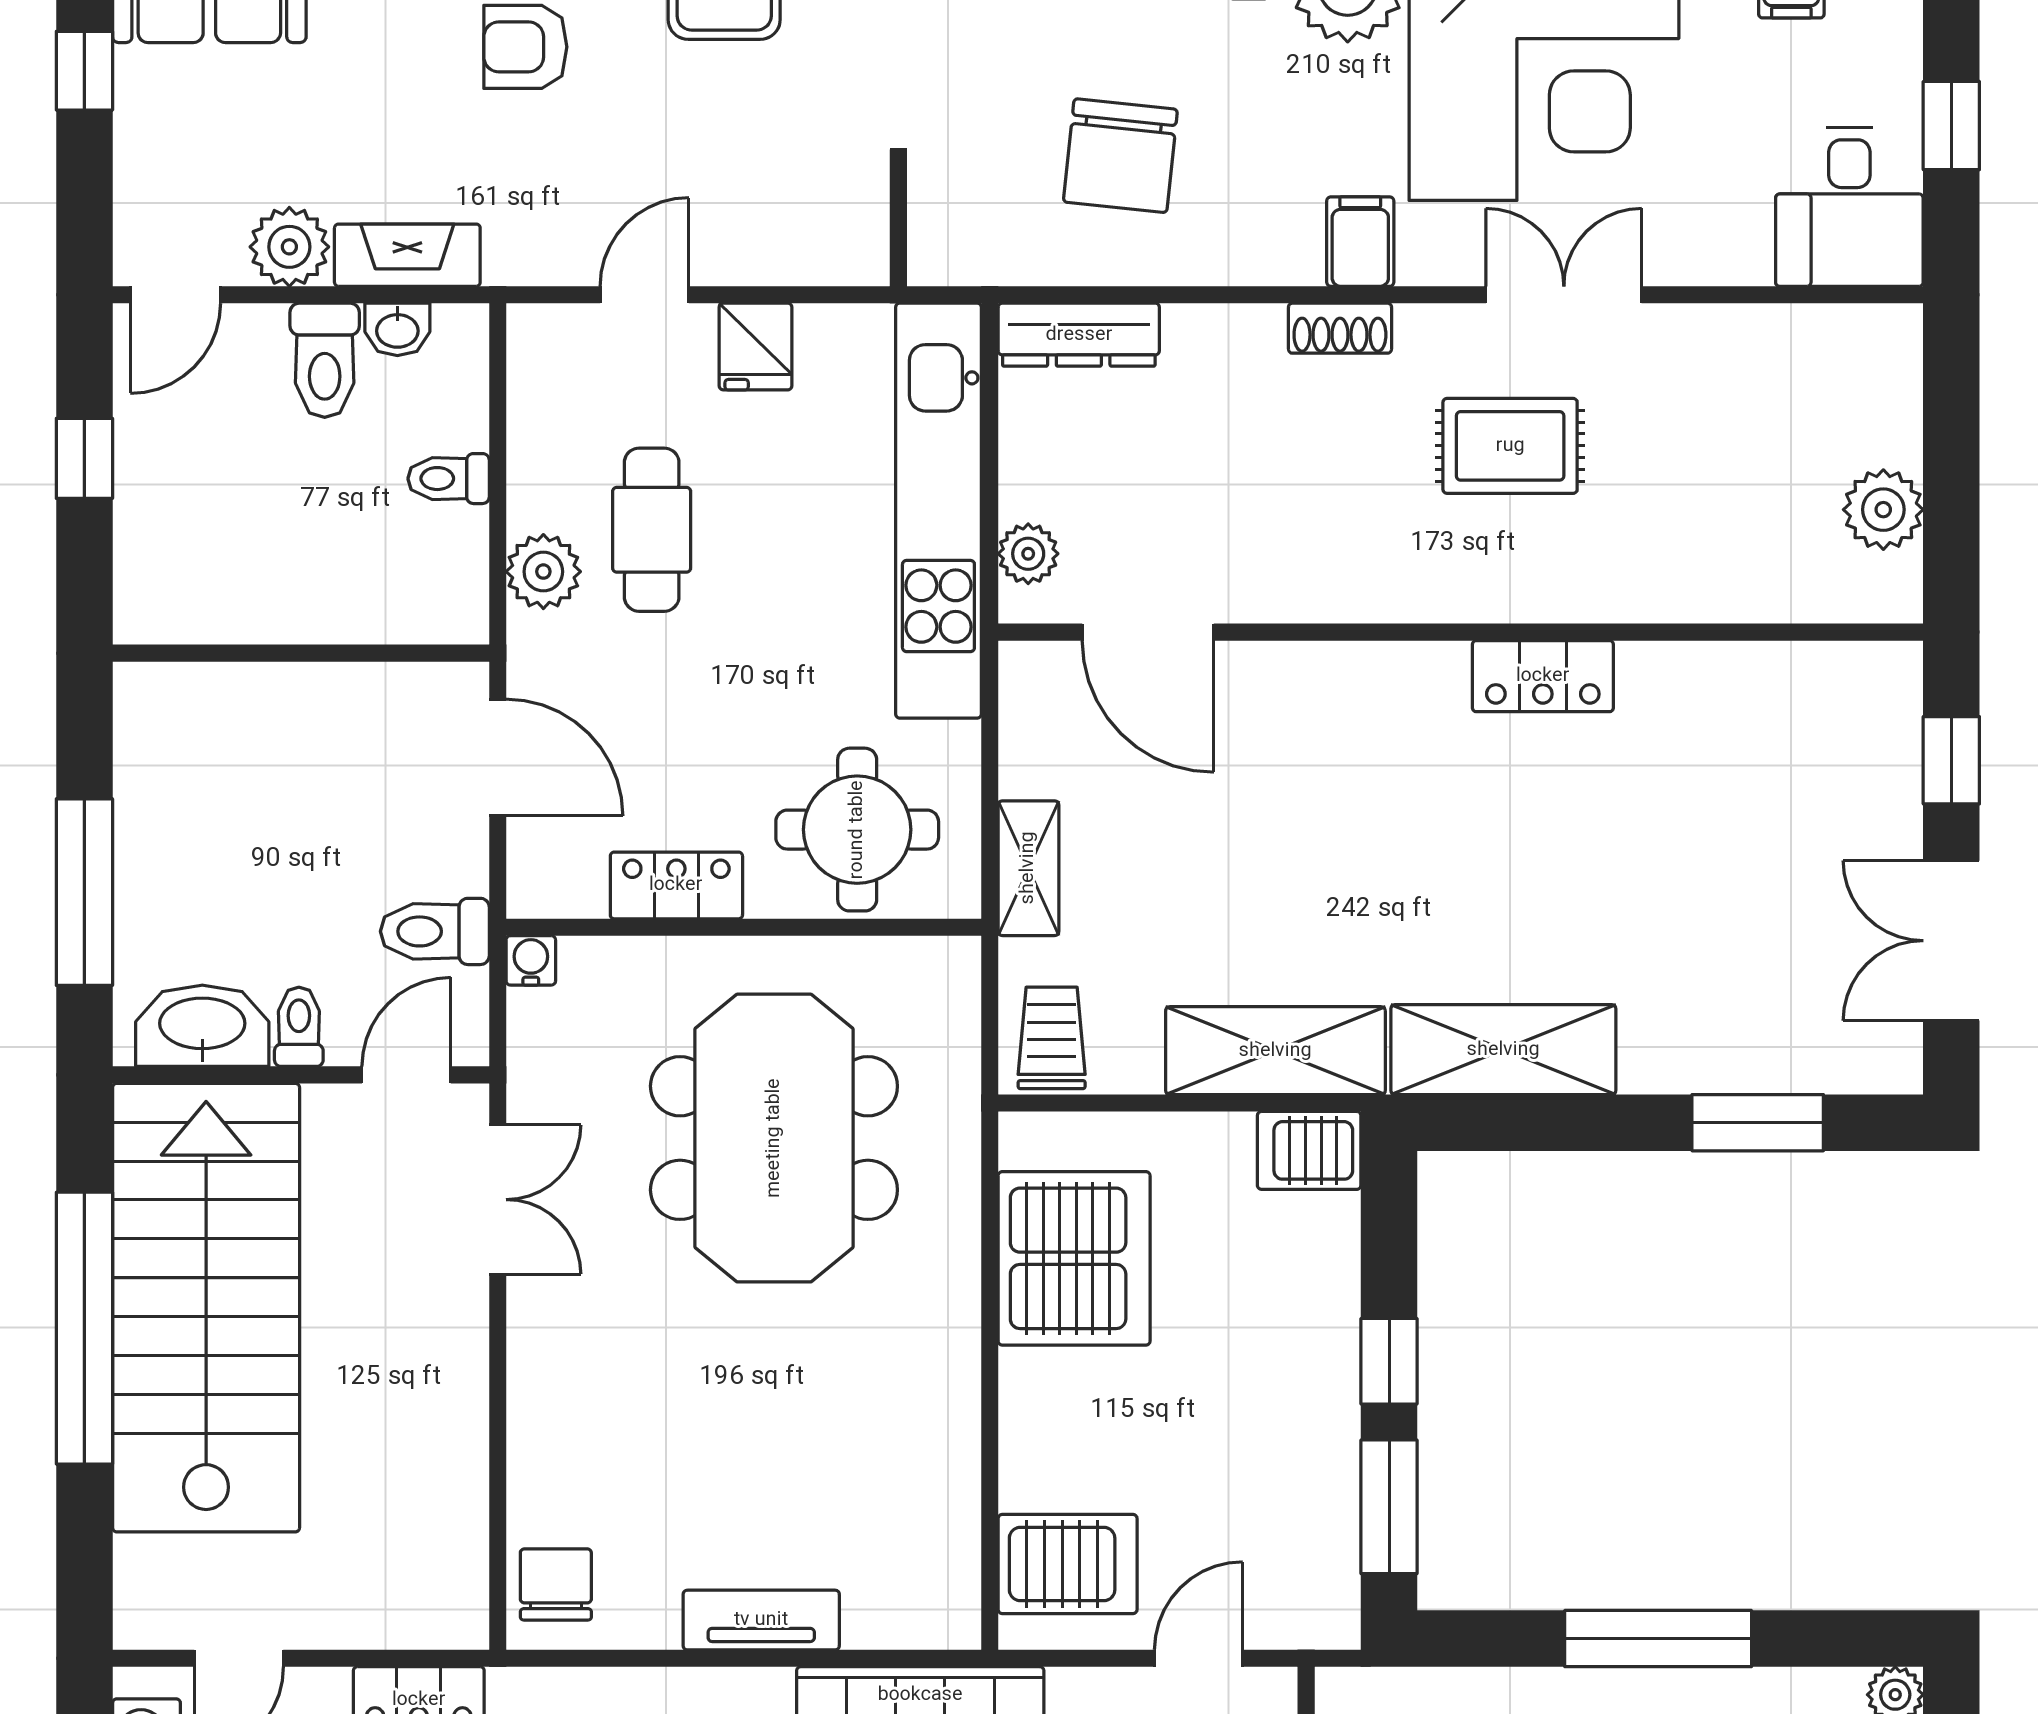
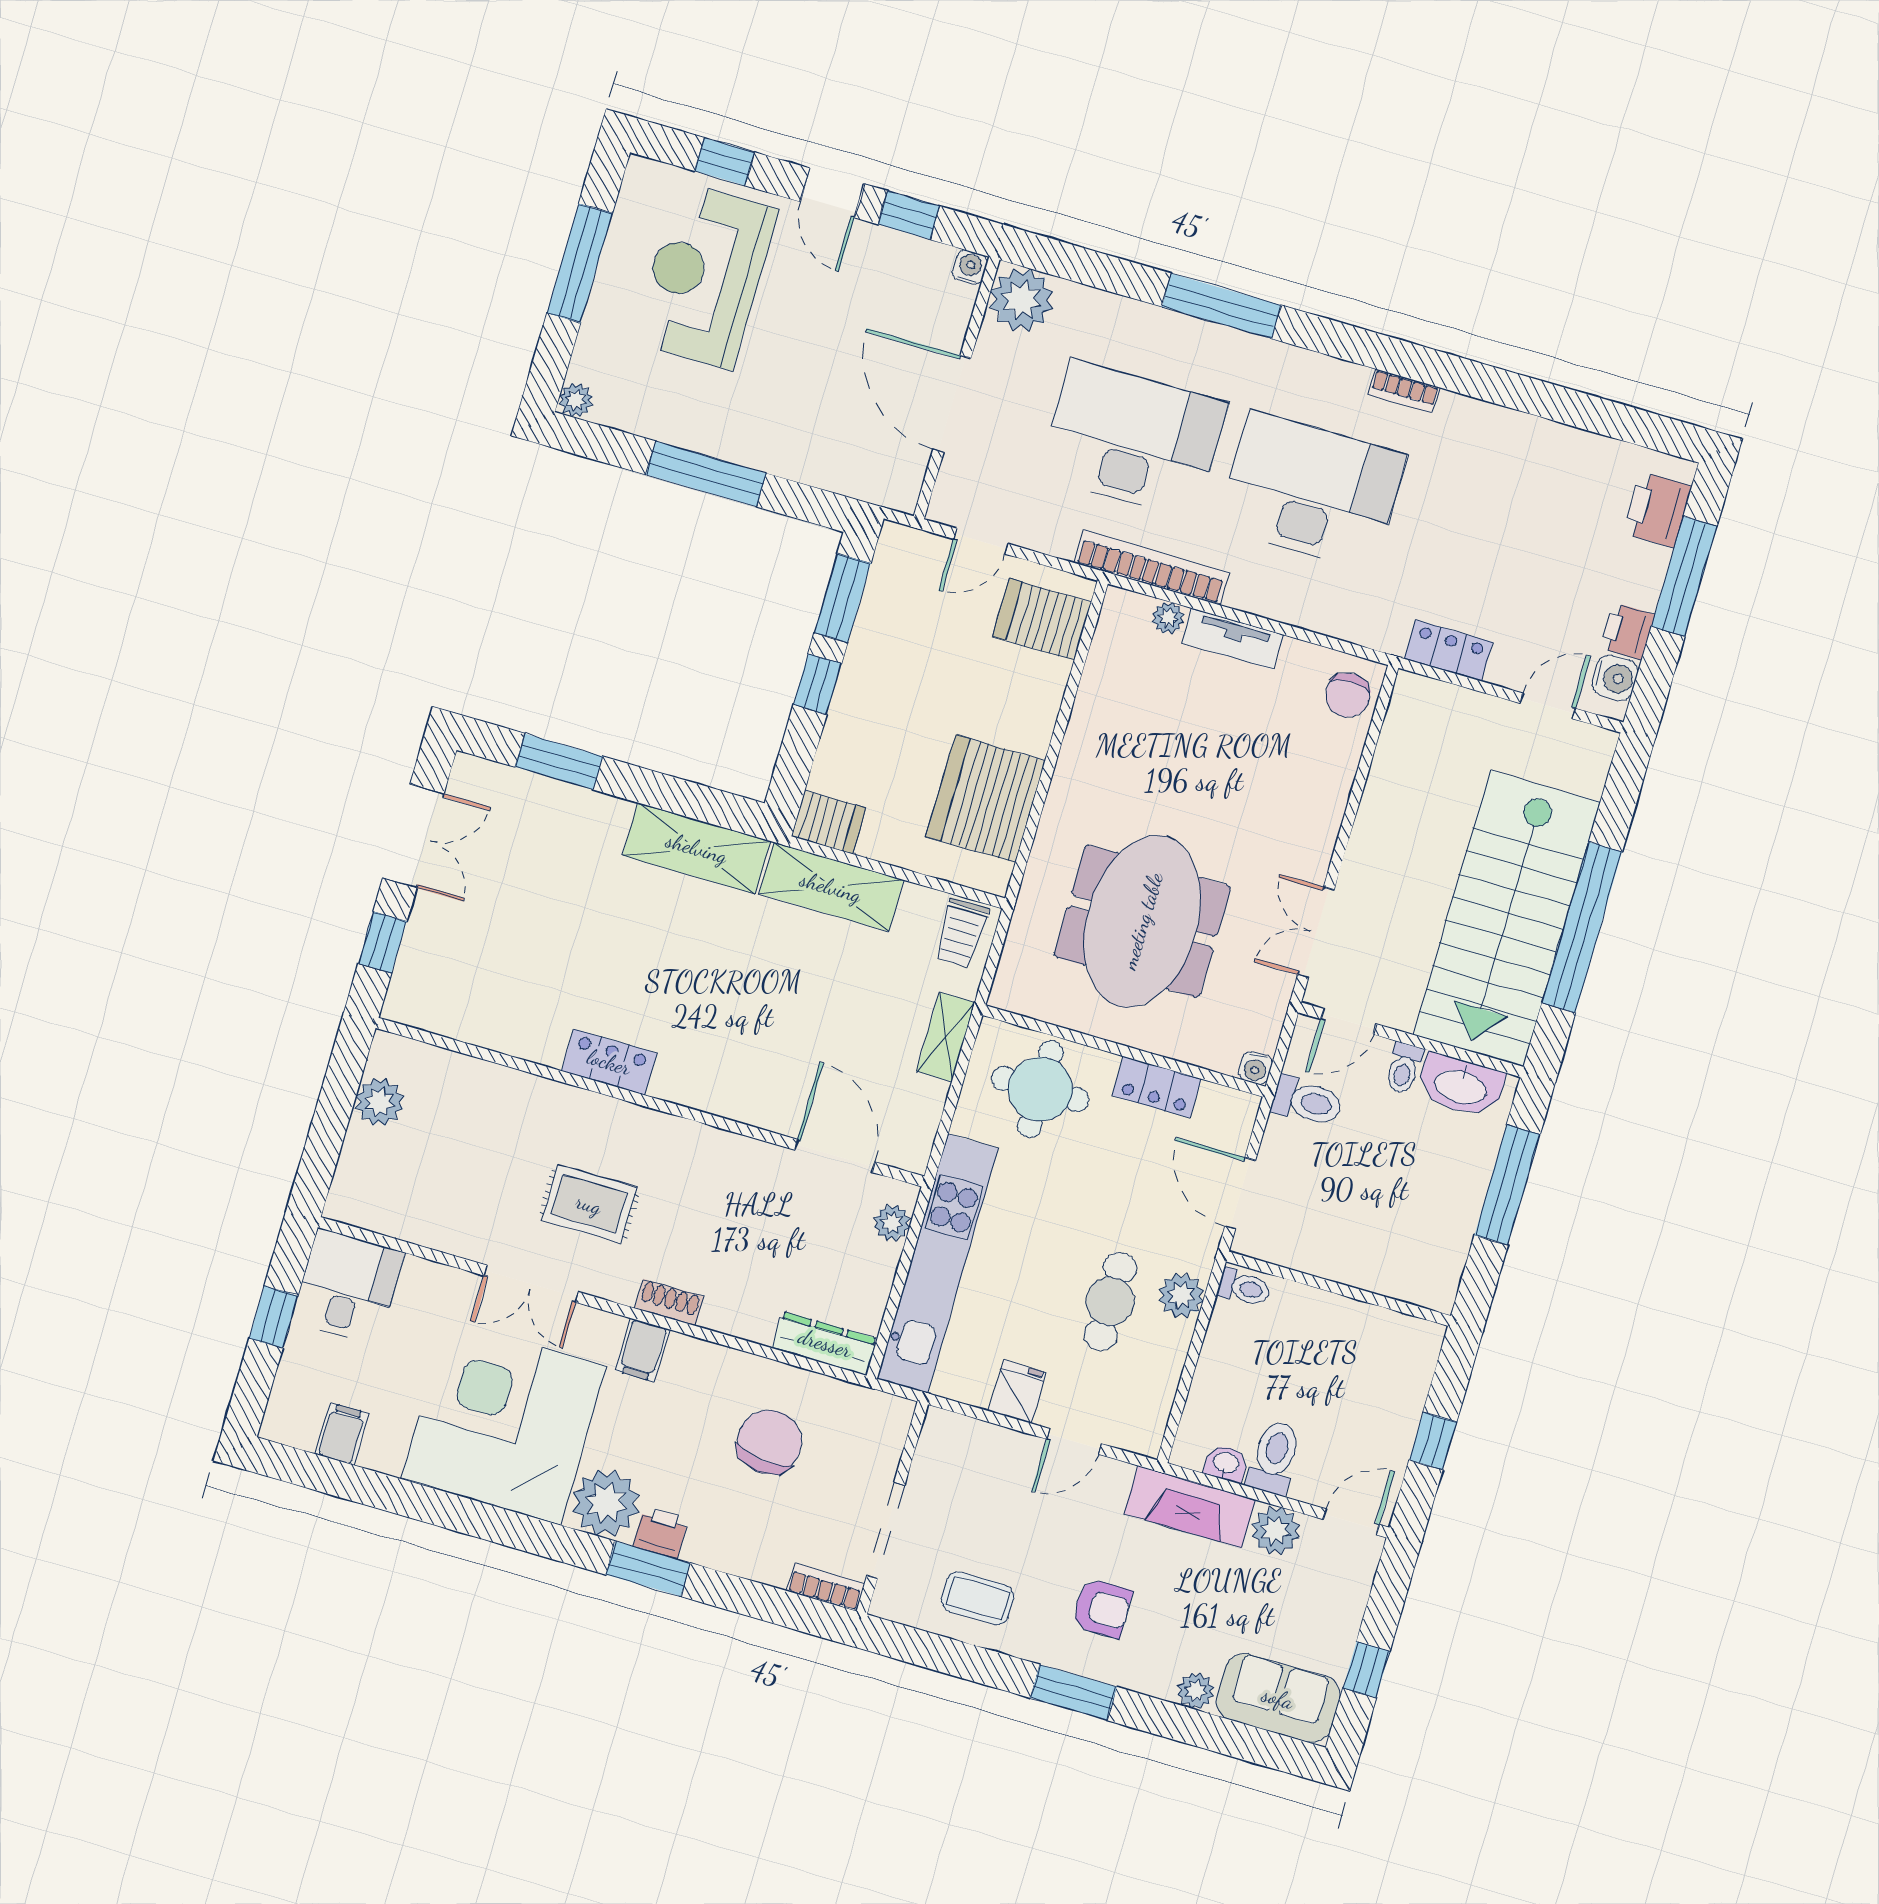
fireplace: (407, 255) -> (1190, 1507), width x1.37, depth x1.32
toilet: (449, 479) -> (1244, 1288), moved
plant: (871, 1624) -> (1168, 618), added

